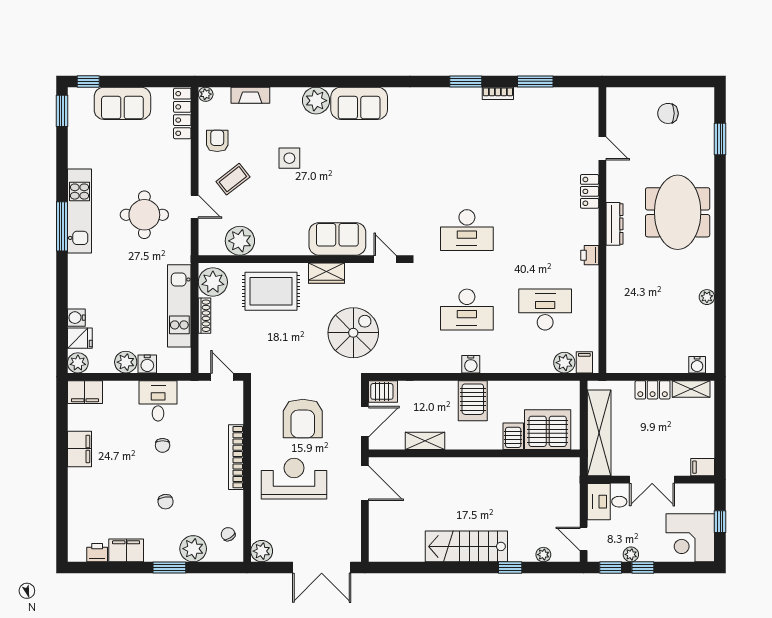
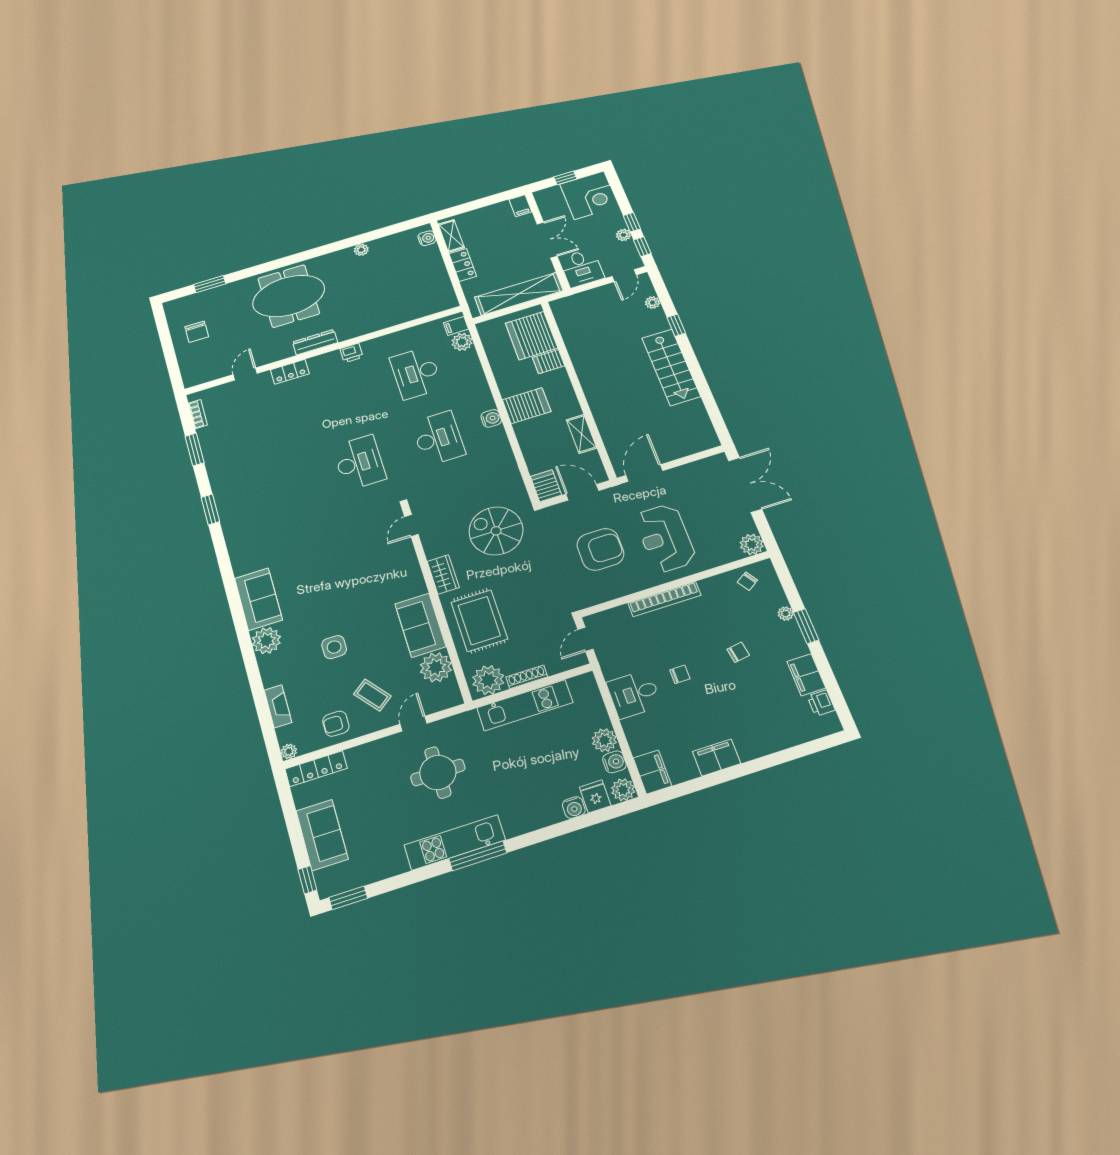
bookcase: (498, 93) -> (198, 414), moved
sofa: (337, 239) -> (420, 625), moved
water cooler: (147, 364) -> (614, 762), moved
plant: (193, 549) -> (786, 614), width x0.53, depth x0.53

